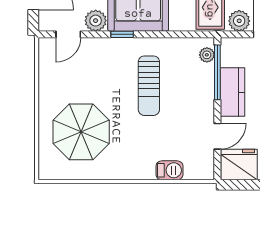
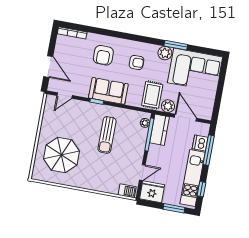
plant: (96, 21) -> (82, 90), removed
kitchen counter: (232, 92) -> (159, 130), moved
barbecue: (169, 170) -> (127, 191), moved

